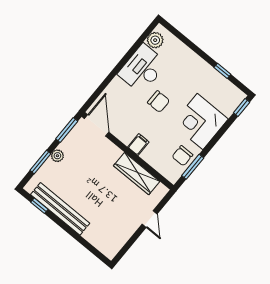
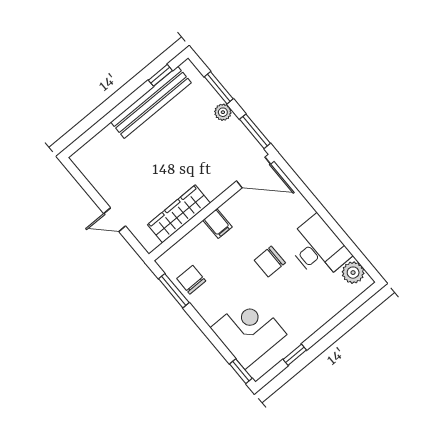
corner desk: (200, 121) -> (248, 331), moved

